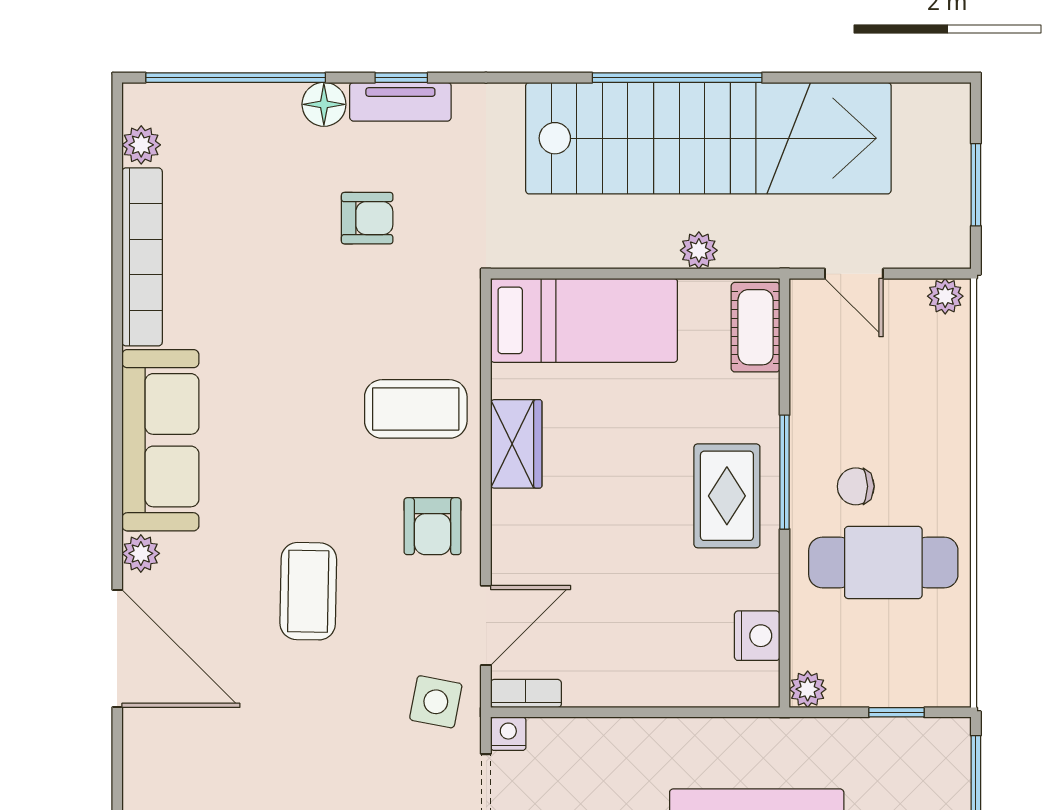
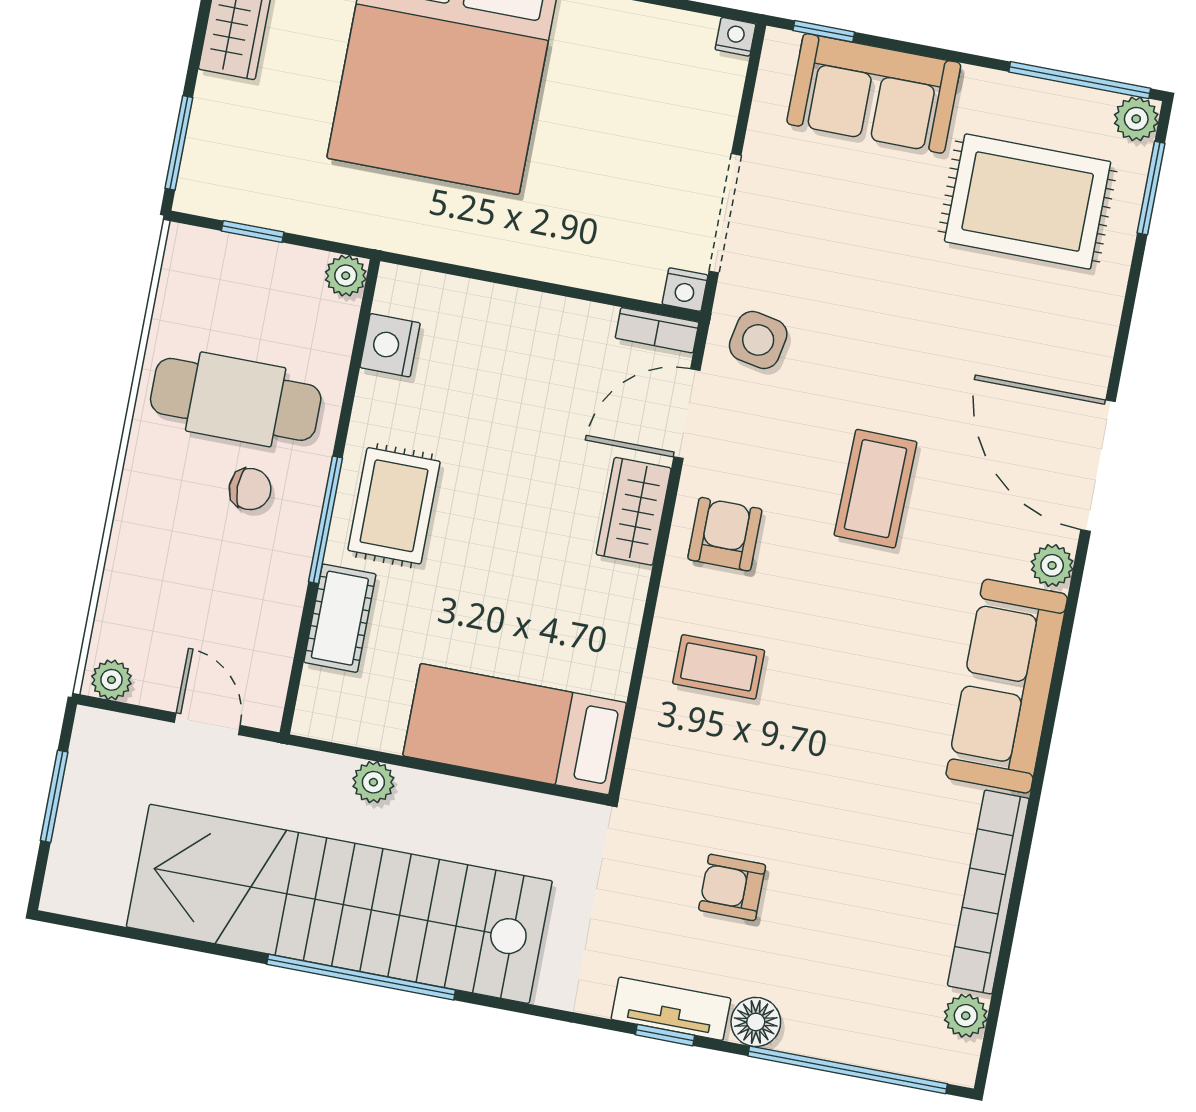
cot: (756, 327) -> (340, 618), moved
coffee table: (416, 409) -> (719, 667), width x0.73, depth x0.77
wardrobe: (516, 444) -> (634, 511), moved

